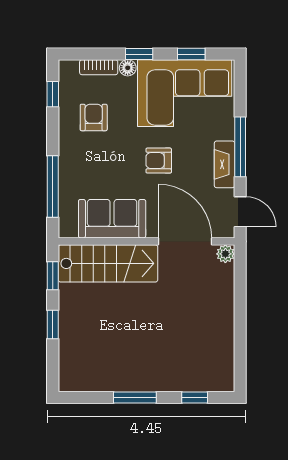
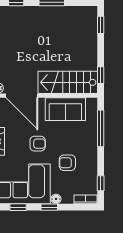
bookcase: (99, 67) -> (85, 199), moved
armchair: (94, 117) -> (67, 163), moved, turned 90
window: (53, 324) -> (101, 25), moved

